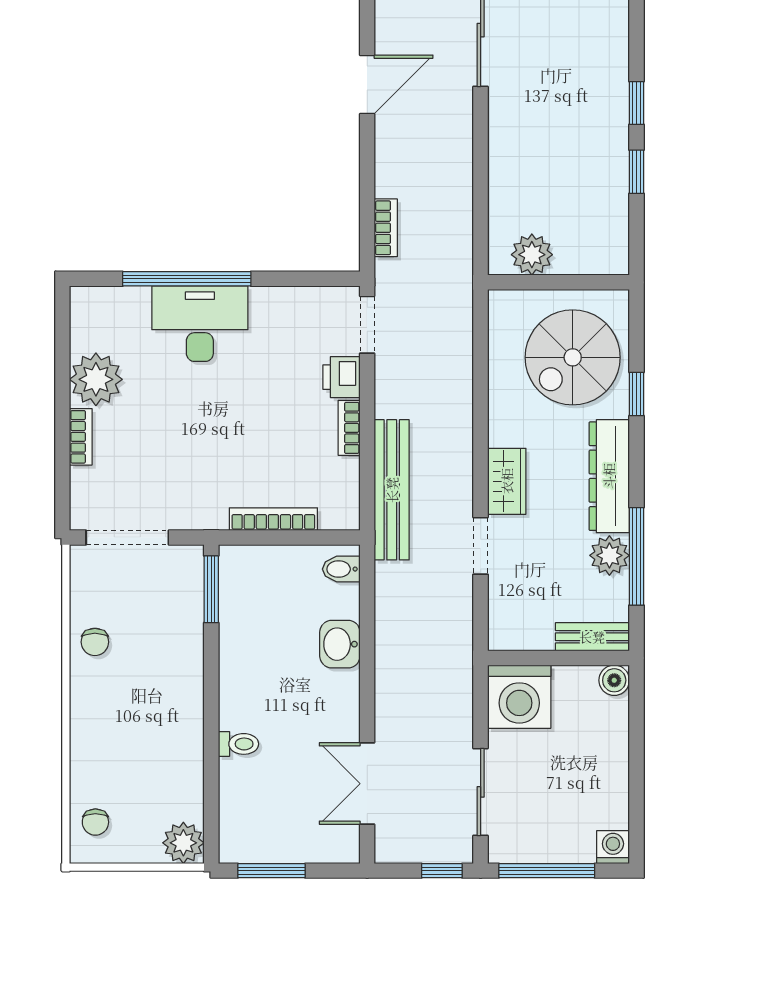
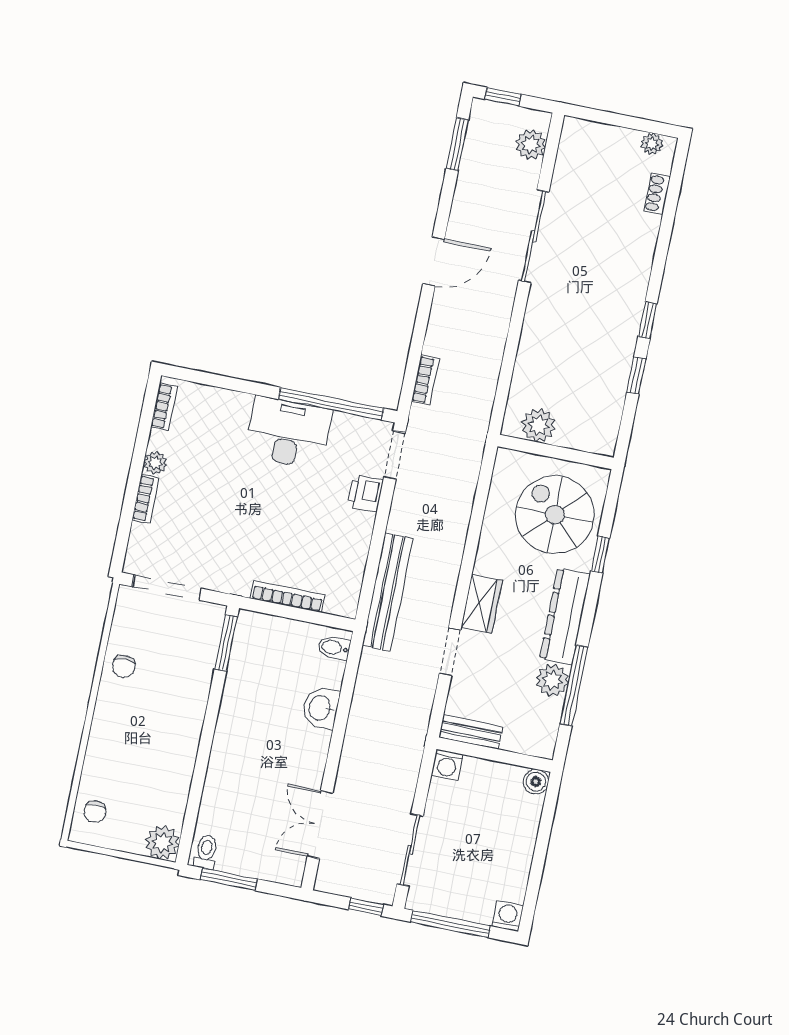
window: (187, 279) -> (331, 404), moved
desk: (200, 324) -> (288, 433), moved
spiral stairs: (573, 357) -> (555, 515), turned 90
plant: (96, 379) -> (155, 463), width x0.53, depth x0.53
bookcase: (349, 428) -> (164, 407), moved, turned 180
bench: (592, 637) -> (471, 732), moved
washing machine: (519, 697) -> (447, 765), width x0.53, depth x0.53
toilet: (238, 744) -> (206, 852), moved, turned -90

